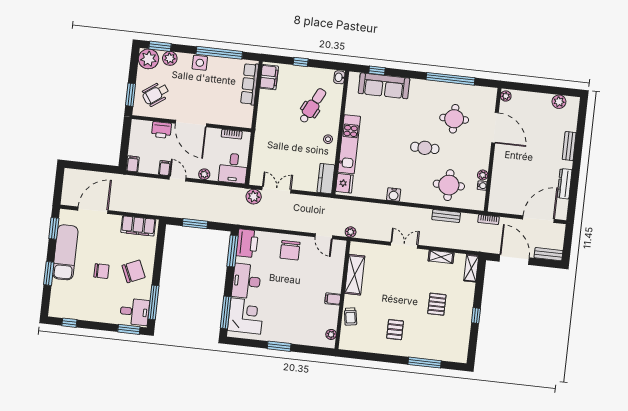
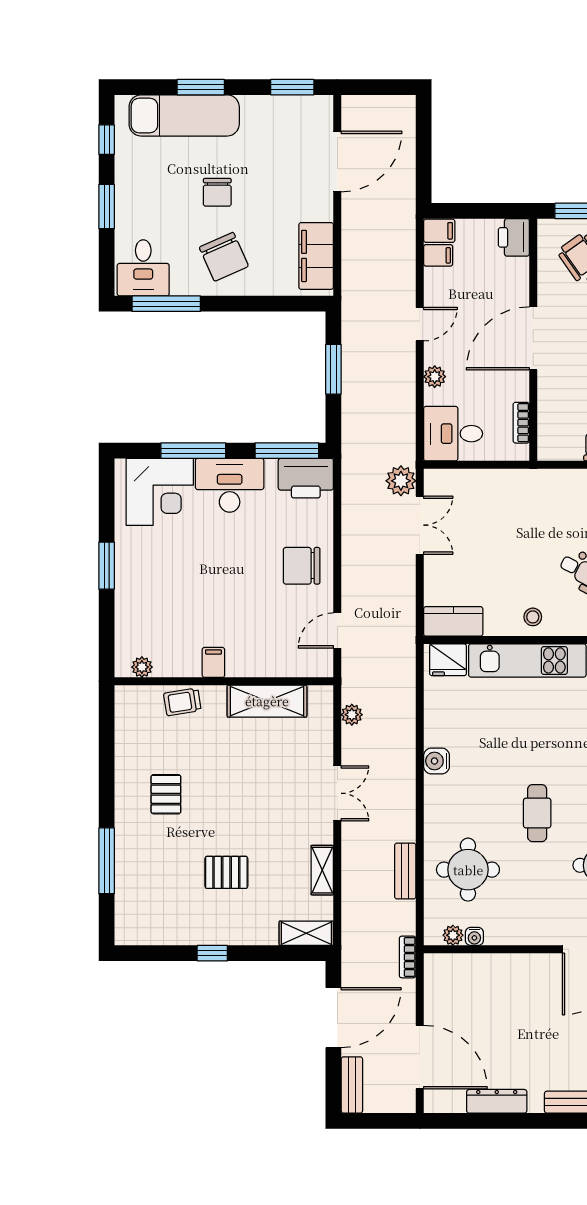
printer: (161, 130) -> (514, 237), moved
filing cabinet: (165, 168) -> (438, 255), moved
plant: (483, 175) -> (453, 935), moved
door: (93, 210) -> (337, 162), hinge flipped
plant: (351, 232) -> (352, 715), moved
exam couch: (65, 252) -> (184, 115), moved
window: (226, 312) -> (193, 451), moved
window: (129, 329) -> (107, 206), moved
pallet: (395, 330) -> (166, 794), turned 90

